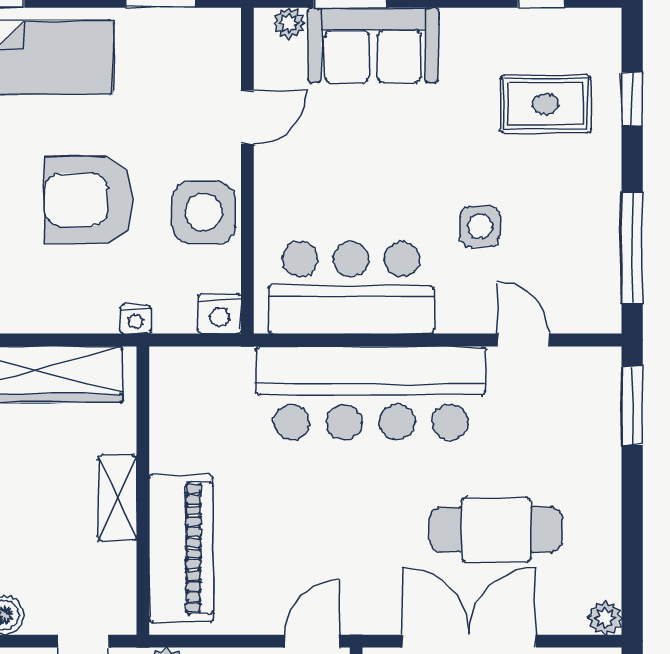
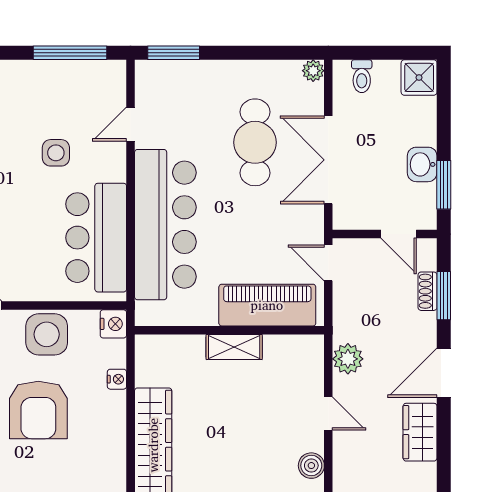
wall: (143, 491) -> (229, 330), moved
shelving: (117, 498) -> (234, 347), moved
piano: (181, 548) -> (267, 305), moved

